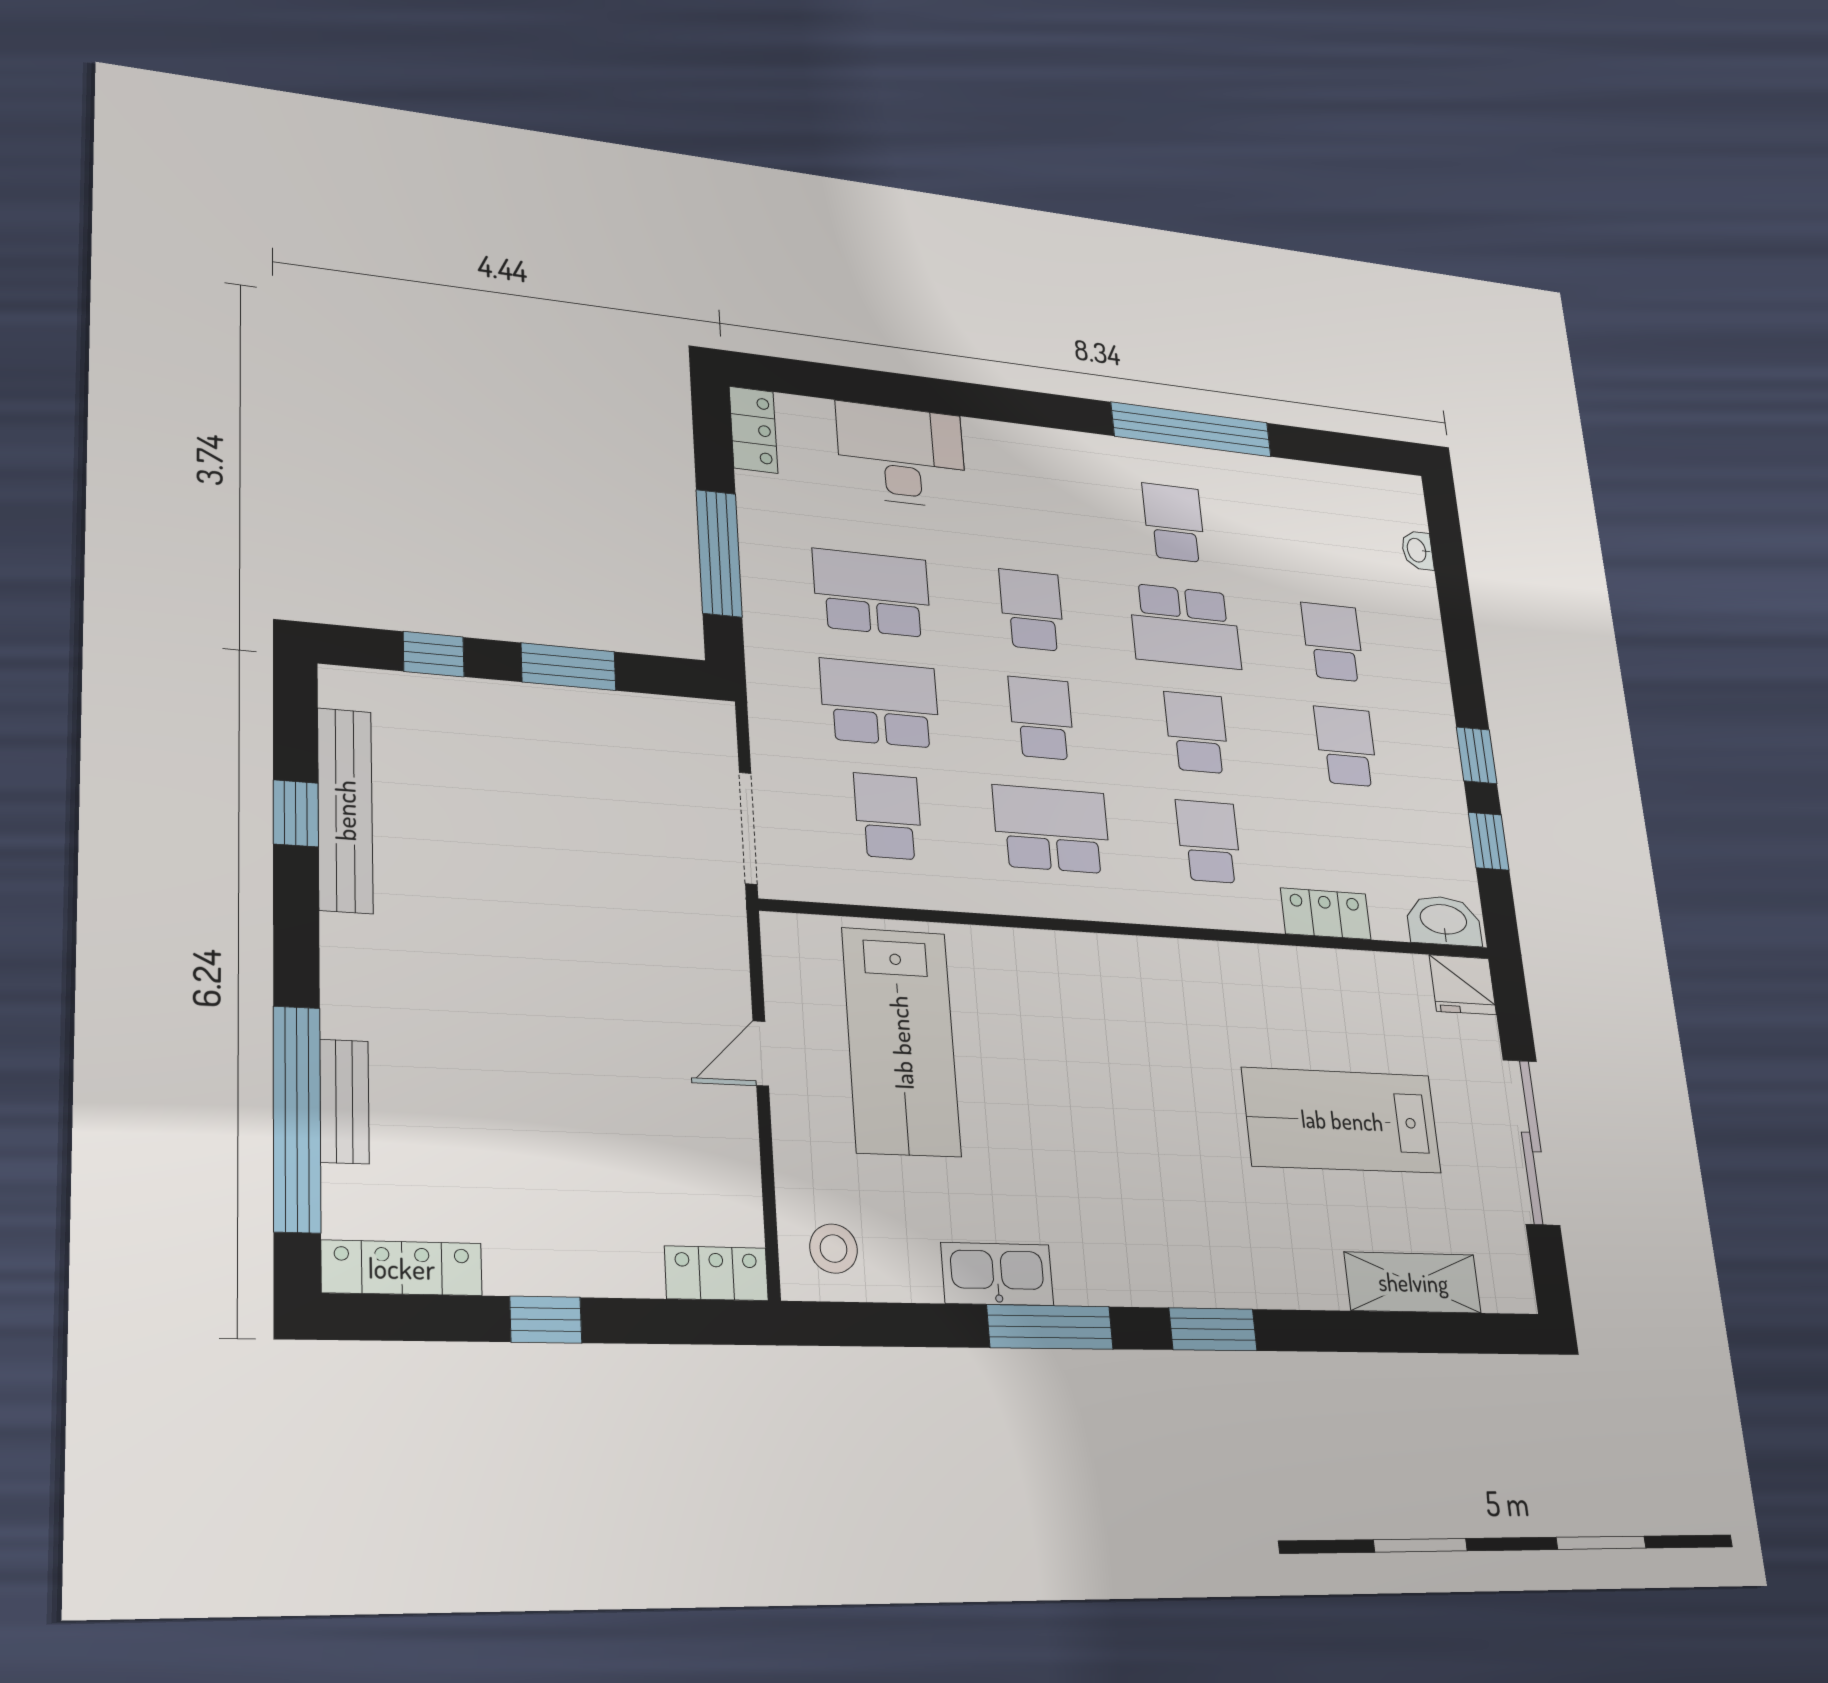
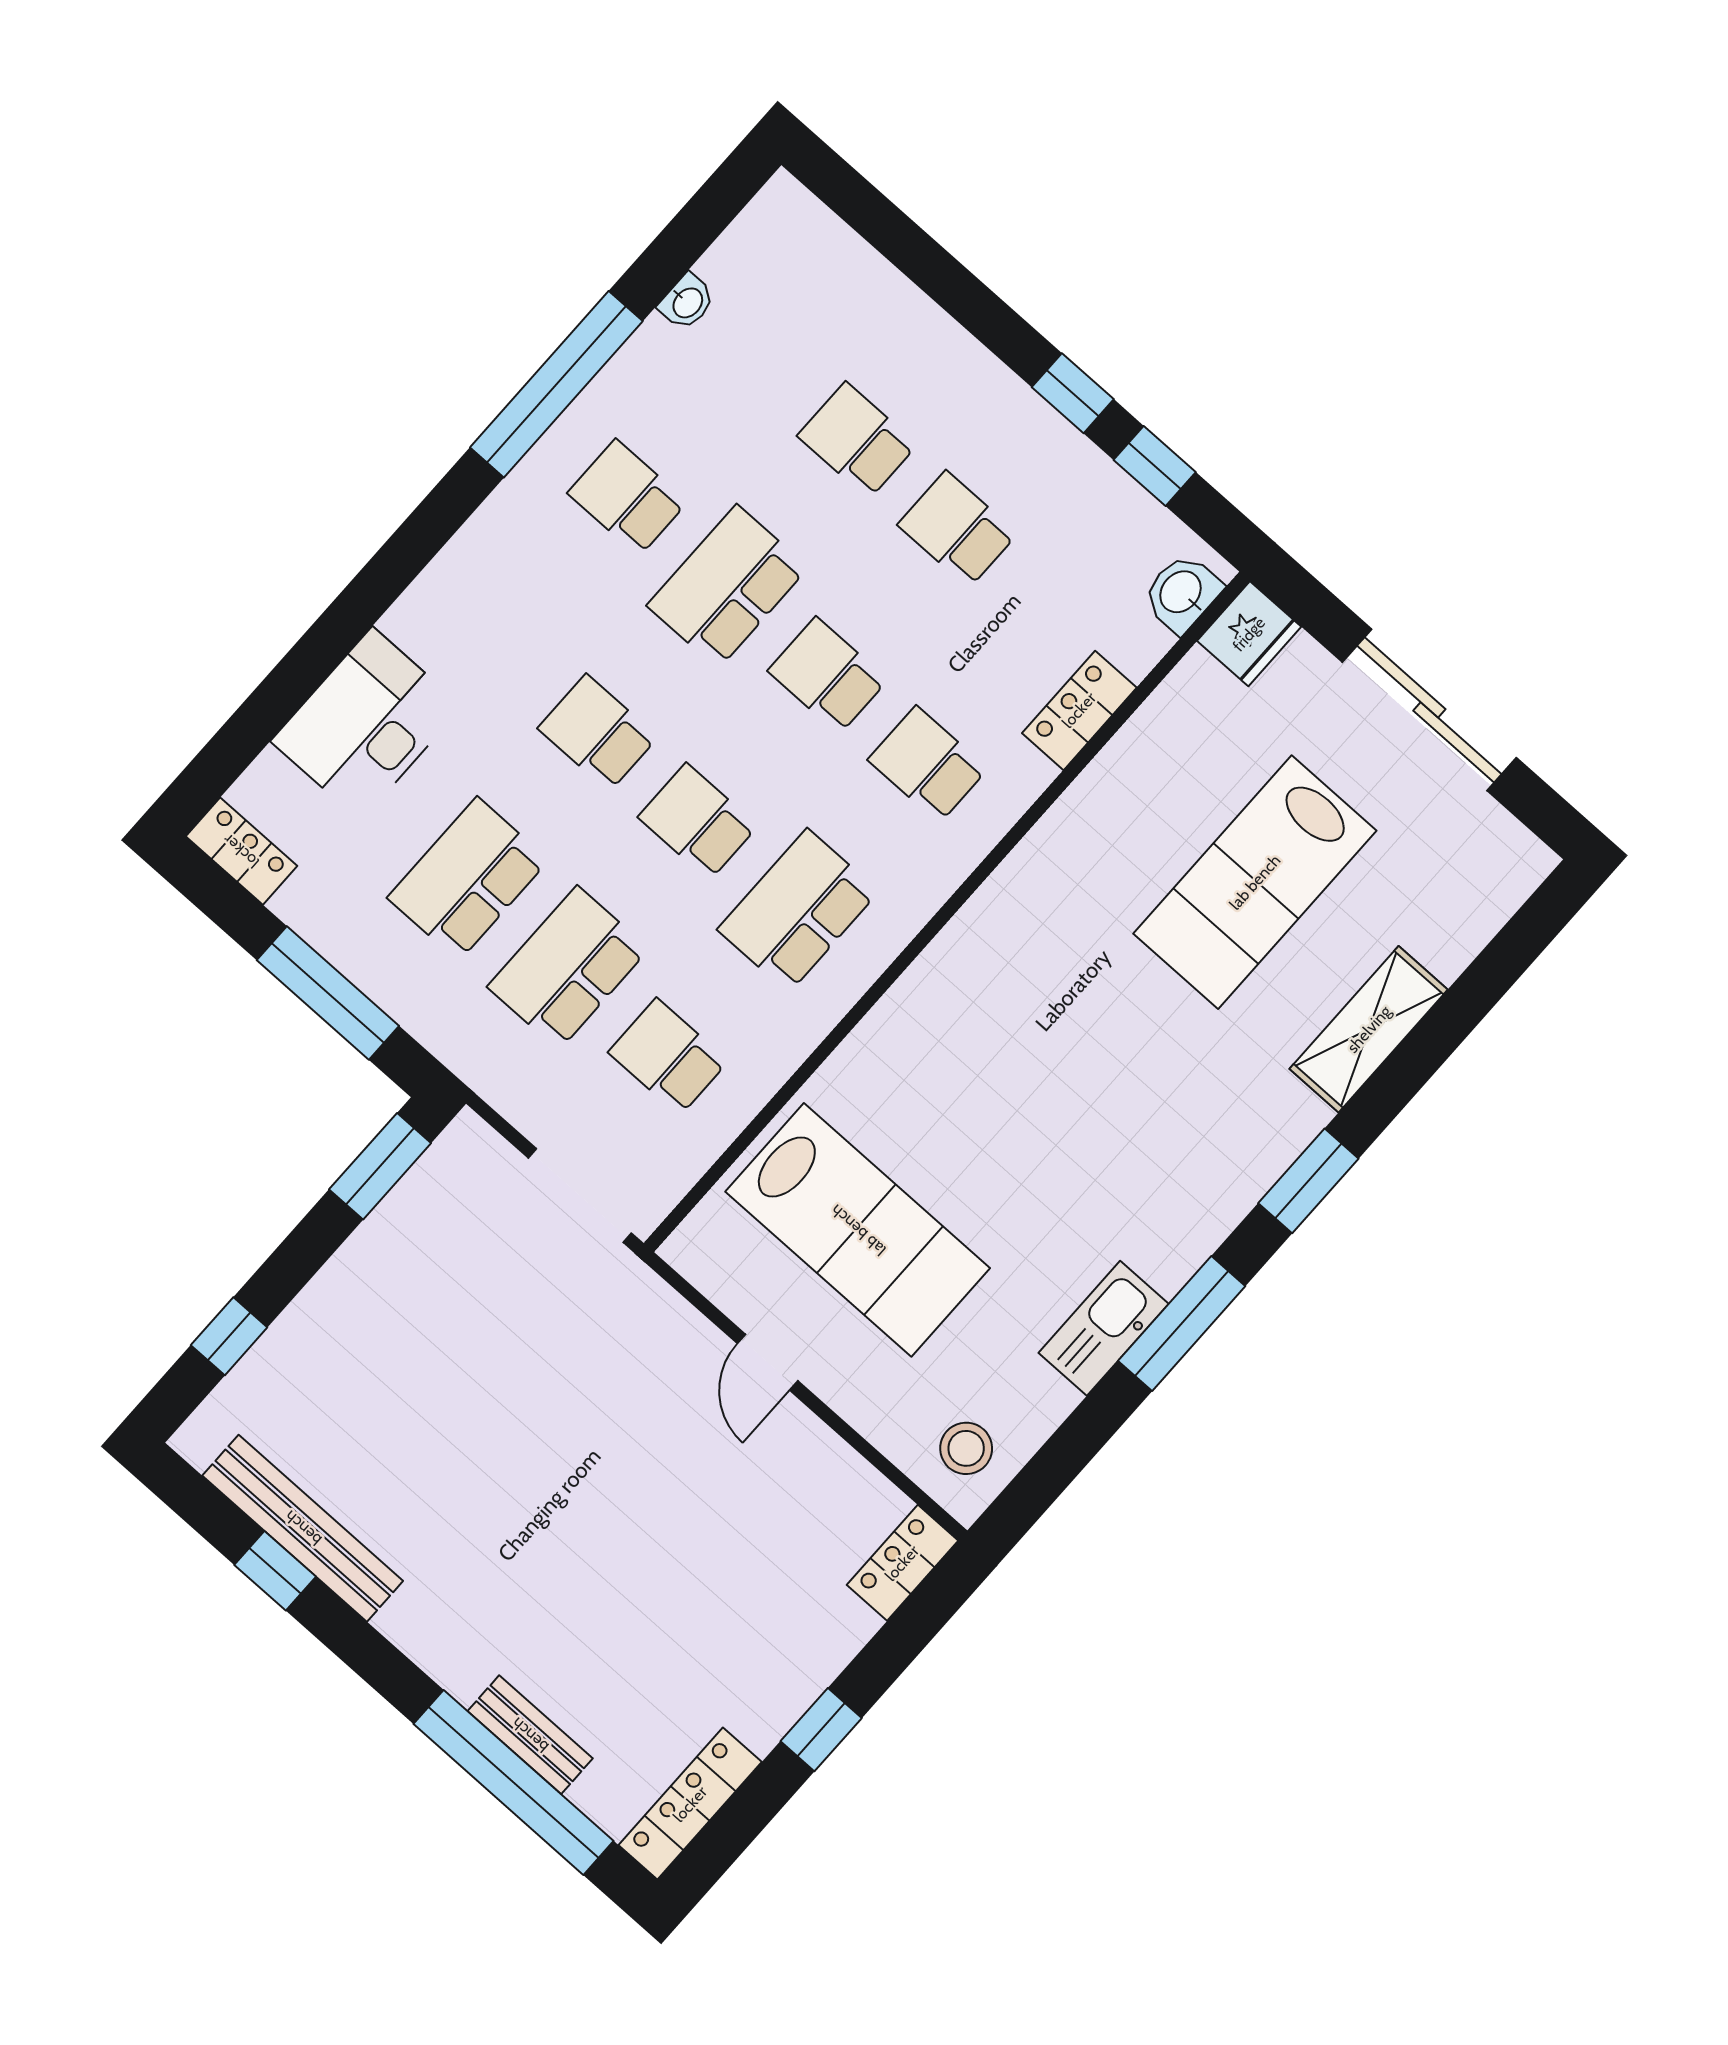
washbasin: (1417, 550) -> (687, 302), moved, turned -90
school desk: (1185, 626) -> (727, 587), turned 180
window: (568, 667) -> (380, 1166), moved
washbasin: (1444, 921) -> (1182, 593), width x0.72
shelving: (1413, 1282) -> (1369, 1029), moved

